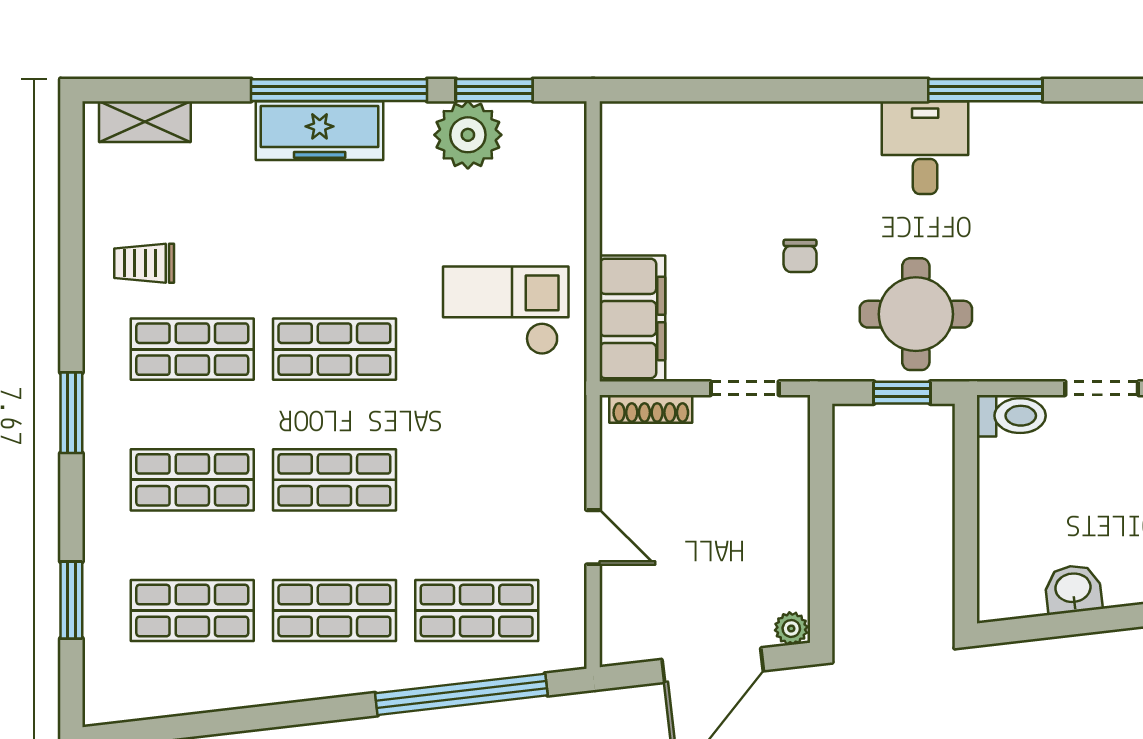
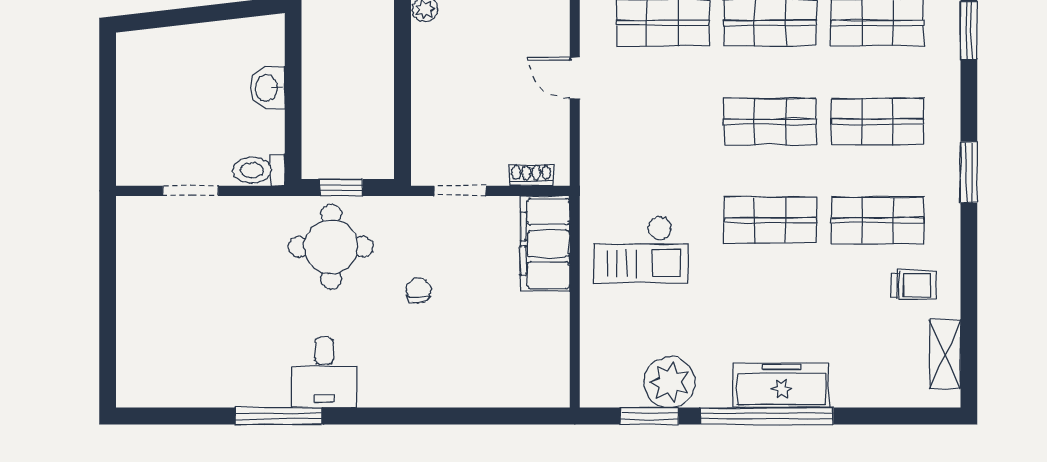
shelving: (145, 122) -> (945, 354), moved, turned 90
shoe rack: (651, 409) -> (531, 175), width x0.70
washbasin: (1073, 589) -> (267, 88), moved, turned 97

